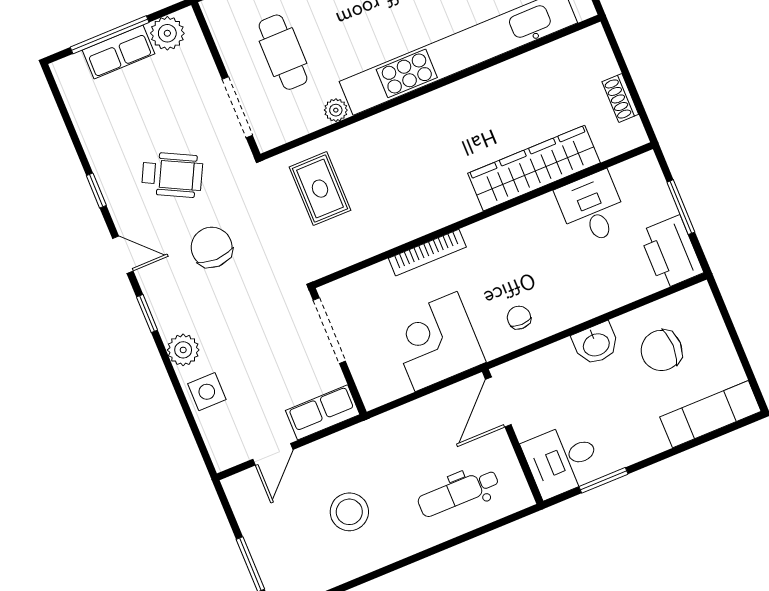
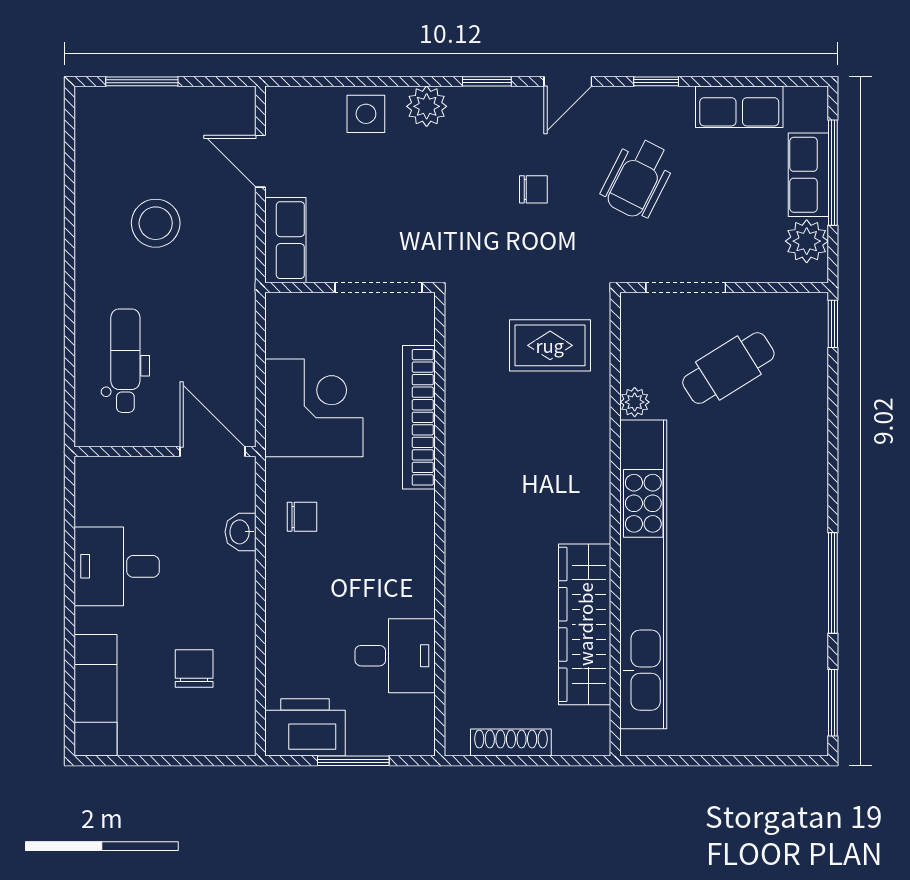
cafe table: (283, 52) -> (728, 368), turned -32
shoe rack: (620, 98) -> (511, 743), width x1.43
row of seats: (90, 123) -> (739, 107), added
wardrobe: (534, 168) -> (585, 624), moved, turned 180
chair: (212, 247) -> (533, 189), width x0.54, depth x0.54
bookcase: (427, 253) -> (419, 417), width x1.48, depth x1.31
washbasin: (596, 344) -> (240, 532), moved, width x0.72, depth x0.69
chair: (661, 350) -> (194, 669), width x0.73, depth x0.73
desk: (562, 460) -> (117, 566), moved, turned -90
window: (603, 480) -> (70, 537), removed

